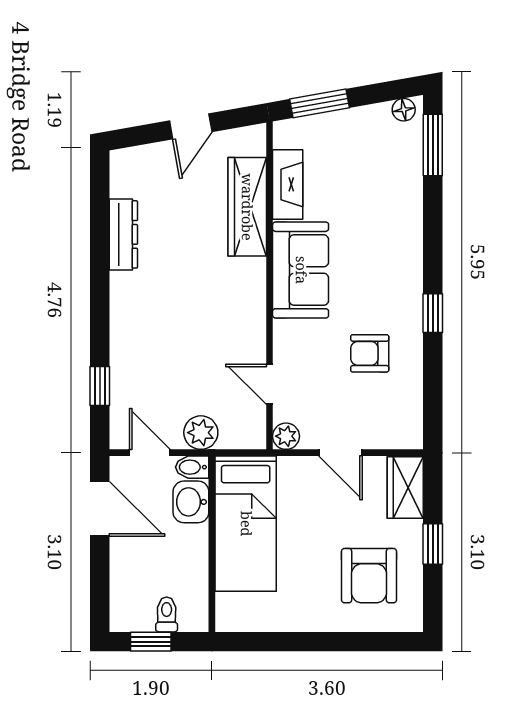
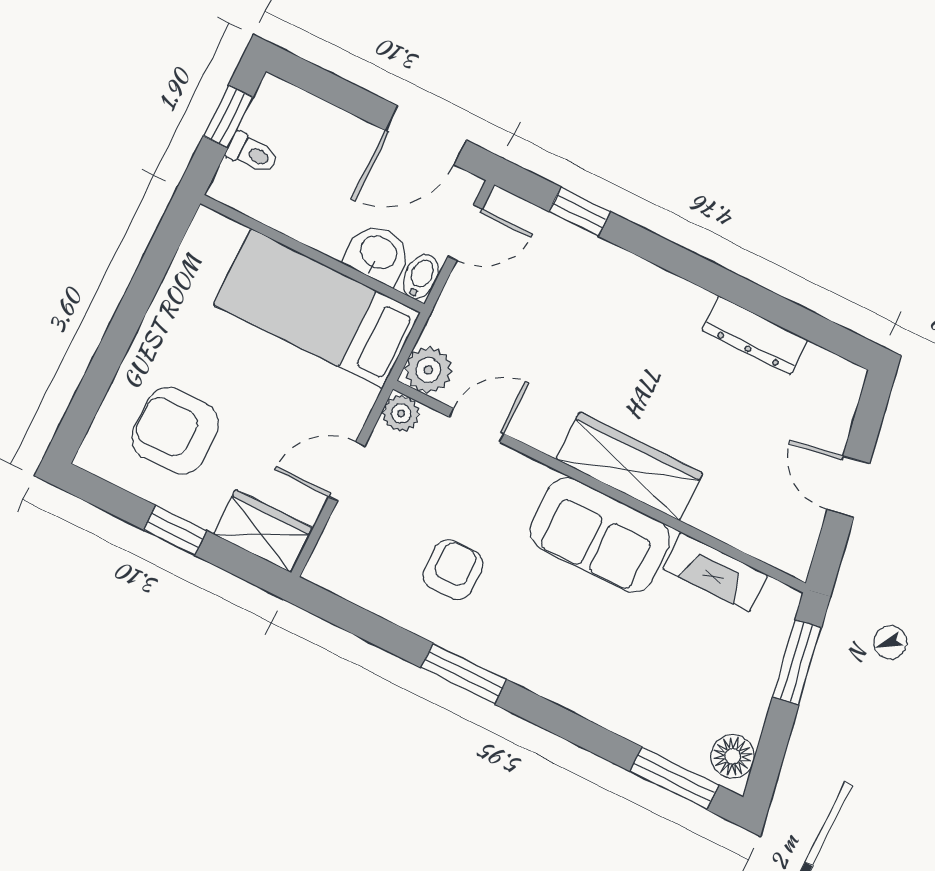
floor lamp: (404, 110) -> (733, 756), width x1.37, depth x1.37
wardrobe: (247, 207) -> (629, 466), moved
window: (433, 313) -> (464, 674), width x1.50
plant: (201, 433) -> (428, 370), moved

